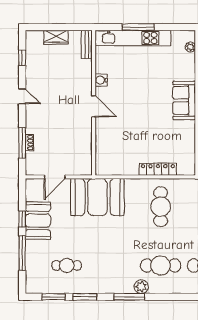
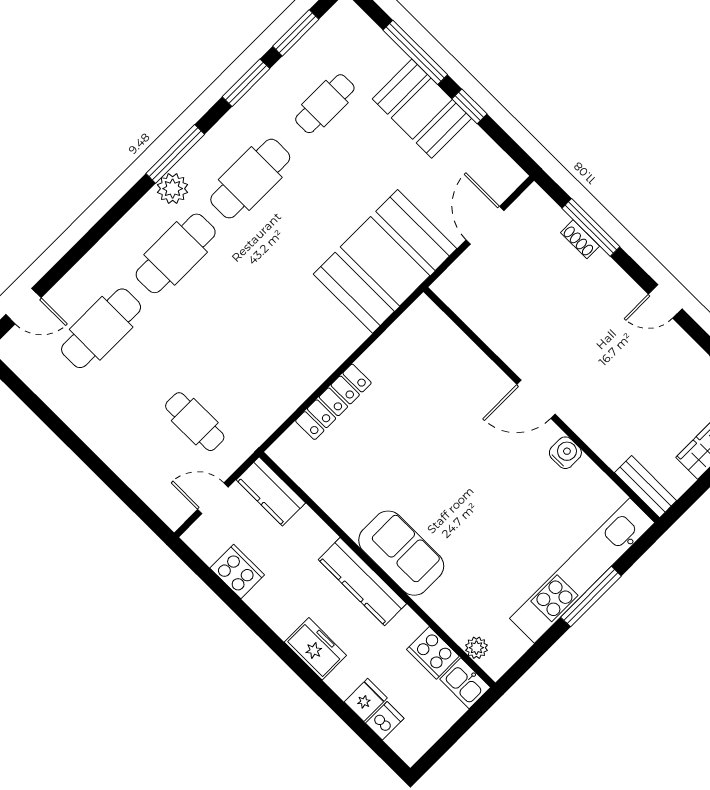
cafe table: (161, 207) -> (250, 179), moved, turned 90
booth: (38, 221) -> (422, 109), moved

